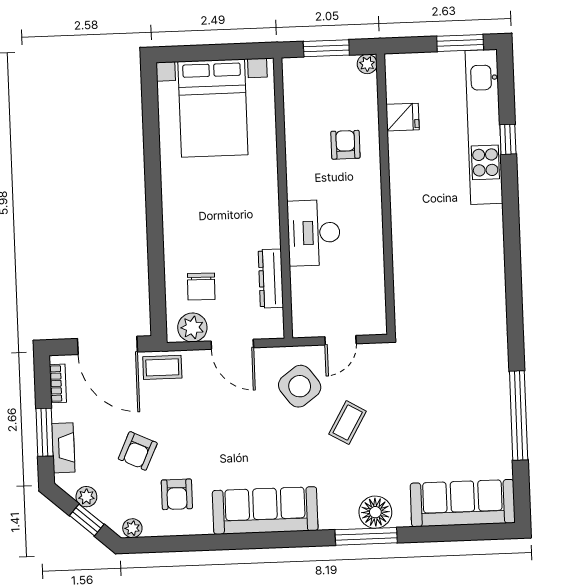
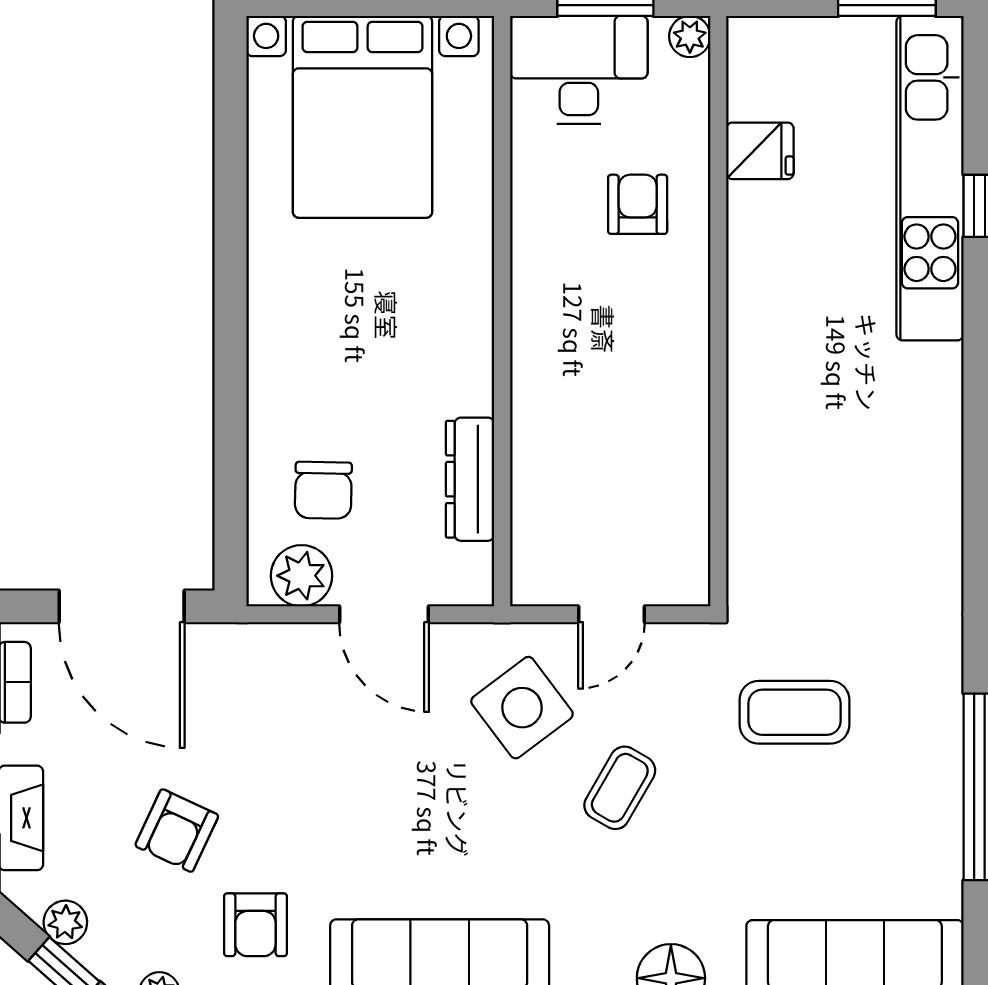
desk: (314, 233) -> (579, 70), moved, turned 90
coffee table: (162, 367) -> (794, 712), moved, width x1.36, depth x1.30

